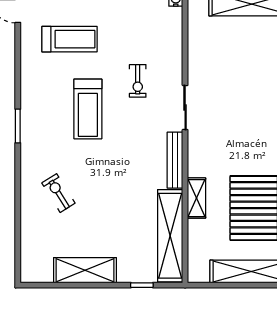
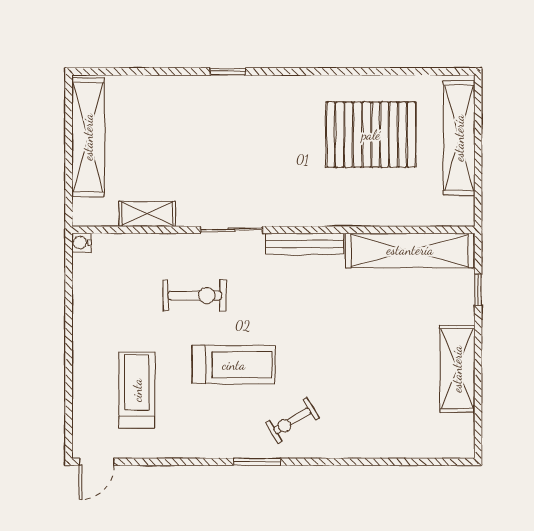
exercise bike: (138, 81) -> (195, 295), width x1.38, depth x1.39
exercise bike: (58, 193) -> (292, 421), moved
shelving: (196, 198) -> (147, 214), moved

